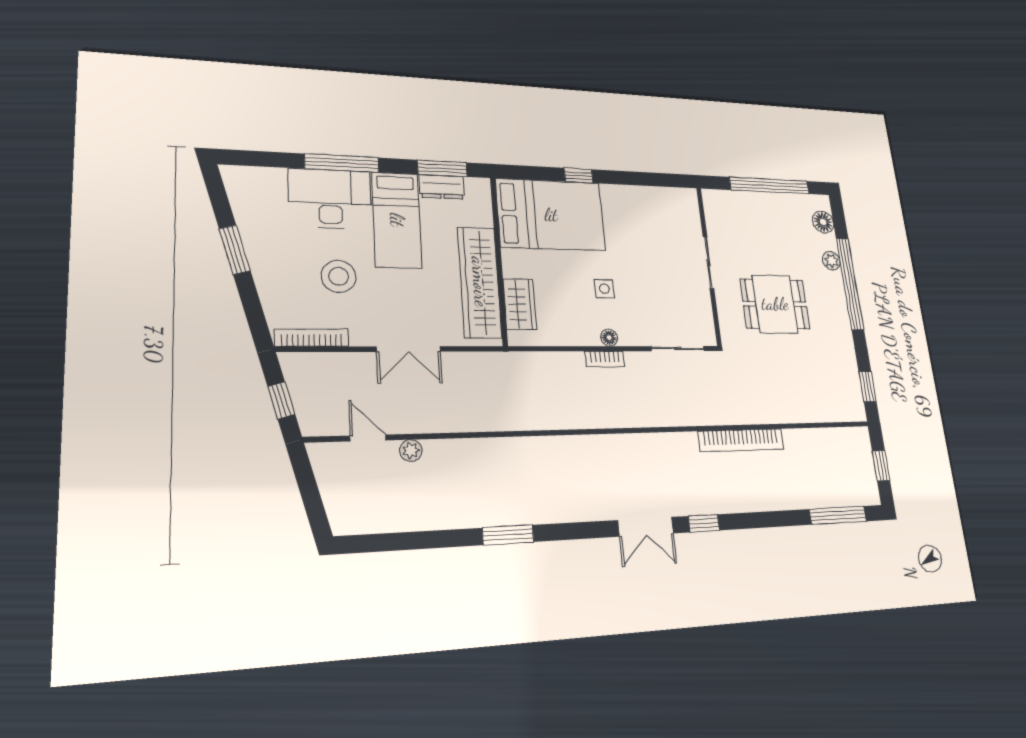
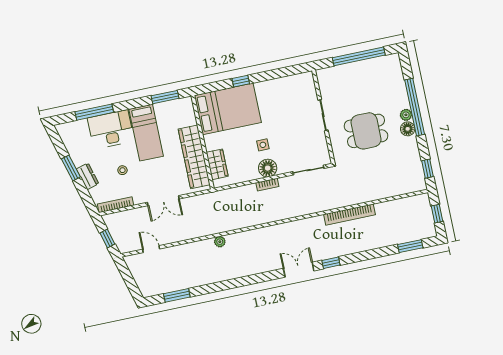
window: (342, 163) -> (94, 112), moved
dresser: (442, 187) -> (87, 176), moved, turned -105
floor lamp: (823, 222) -> (408, 129), moved
plant: (831, 261) -> (406, 115), moved
stool: (339, 276) -> (122, 170), width x0.53, depth x0.53
floor lamp: (609, 338) -> (268, 168), width x1.89, depth x1.89
plant: (411, 451) -> (220, 242), moved
window: (838, 515) -> (410, 246), width x0.69
double door: (646, 527) -> (299, 270), swing flipped
window: (508, 535) -> (177, 295), moved

